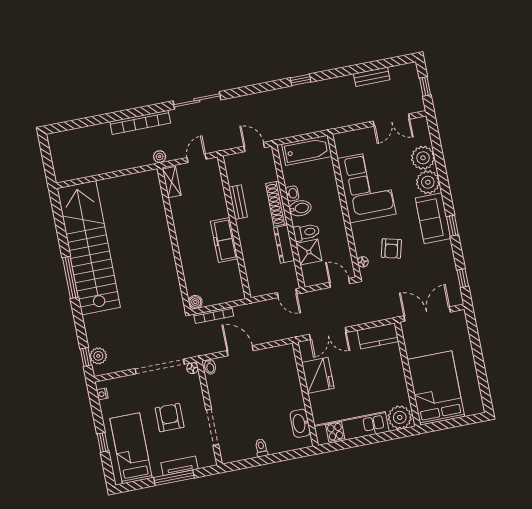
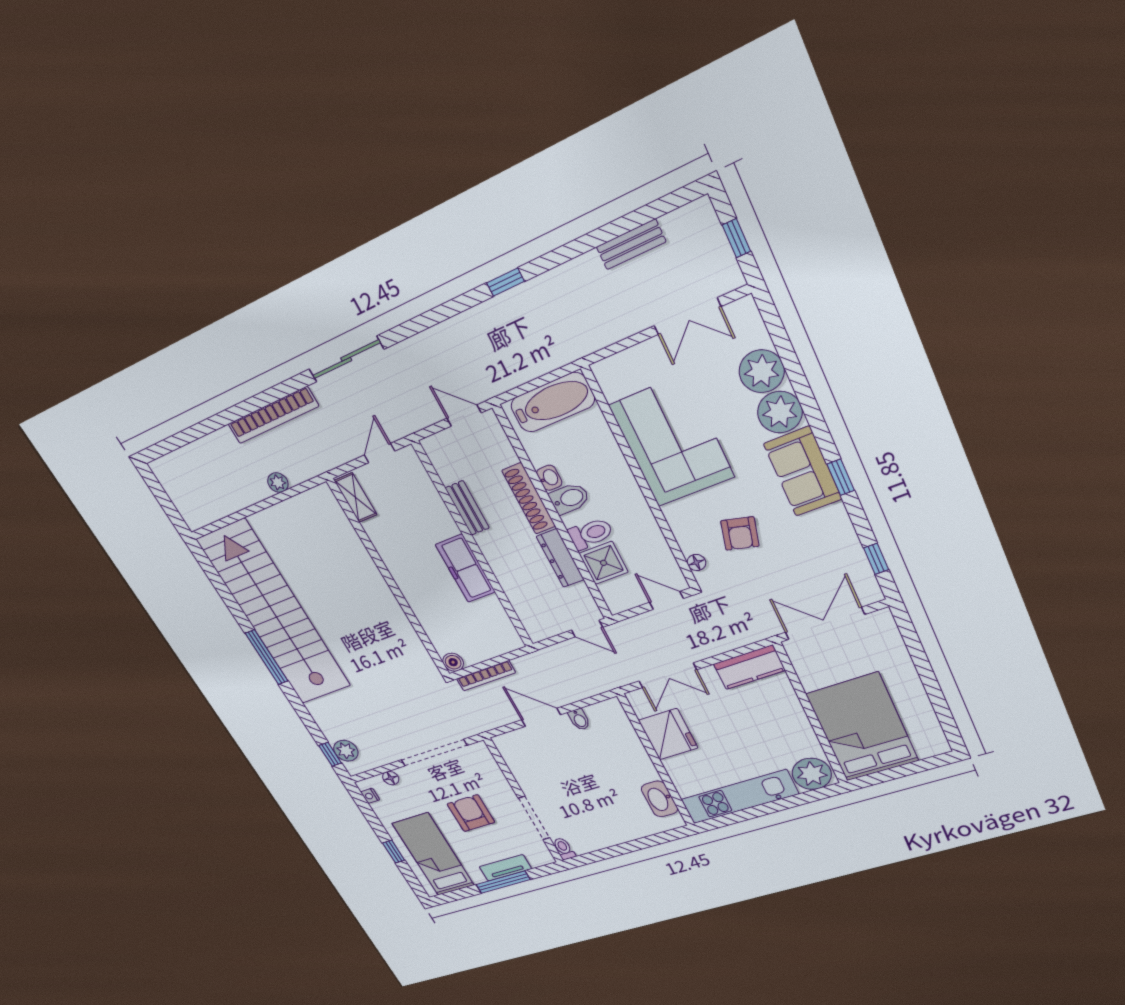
plant: (160, 157) -> (278, 483), moved
bidet: (210, 367) -> (579, 719), moved
floor lamp: (192, 368) -> (391, 778), moved
toilet: (261, 448) -> (564, 849), moved

